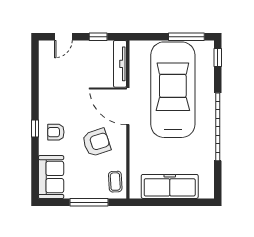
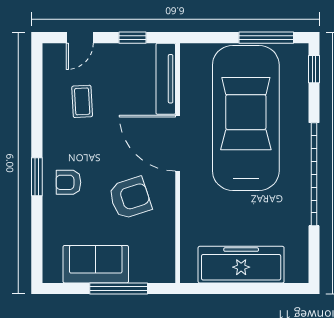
window: (35, 128) -> (37, 177), width x1.50
sofa: (51, 177) -> (96, 264), moved, turned -90
coffee table: (115, 182) -> (82, 101), moved

